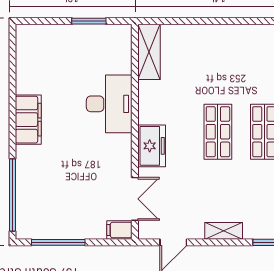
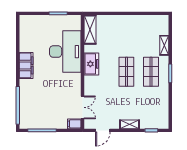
desk: (109, 104) -> (65, 52), width x1.36, depth x1.30
freezer: (152, 146) -> (91, 64), moved

